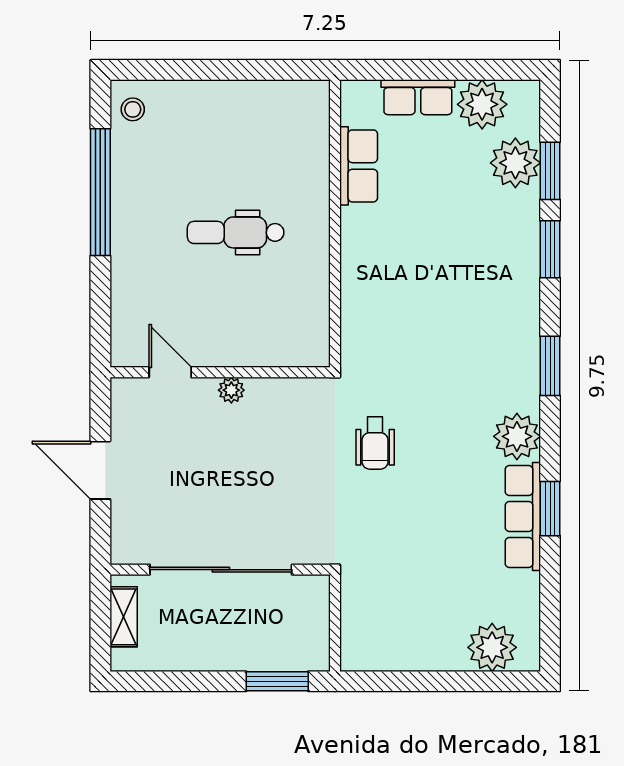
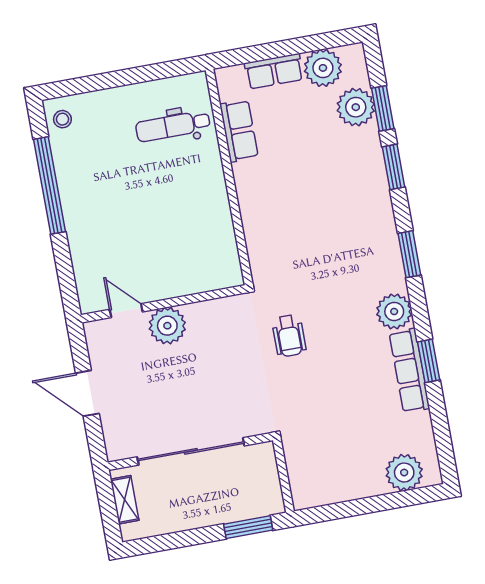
dental chair: (236, 232) -> (173, 126), moved
plant: (231, 390) -> (167, 326), width x1.88, depth x1.88

